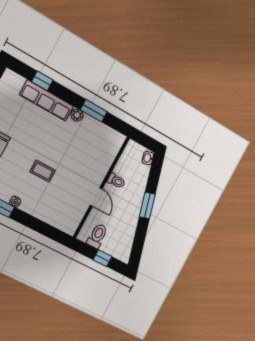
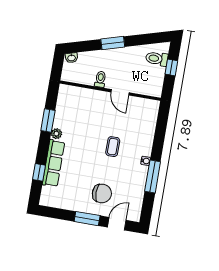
door: (96, 197) -> (120, 92), swing flipped
toilet: (97, 236) -> (157, 59), moved

